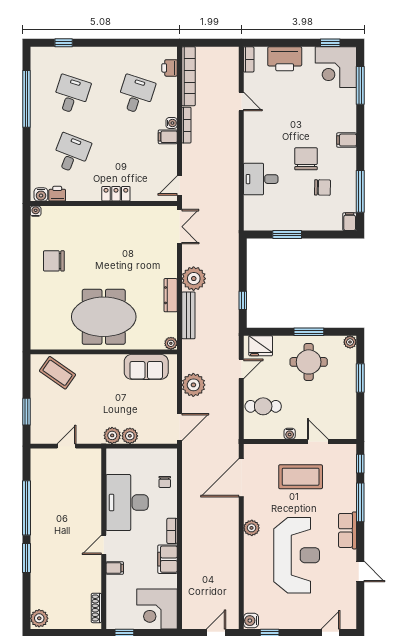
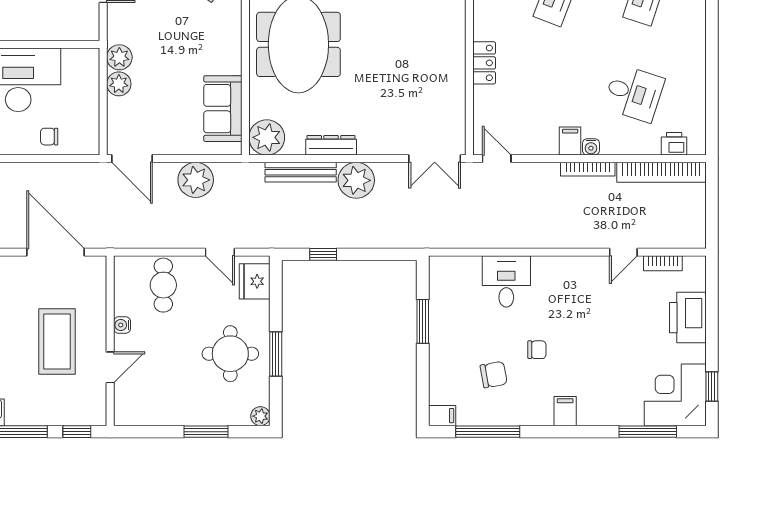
bookcase: (249, 59) -> (663, 263), moved
chair: (306, 159) -> (537, 350), width x0.54, depth x0.54
chair: (322, 187) -> (494, 375), turned -101
plant: (171, 343) -> (267, 137), width x1.88, depth x1.88

